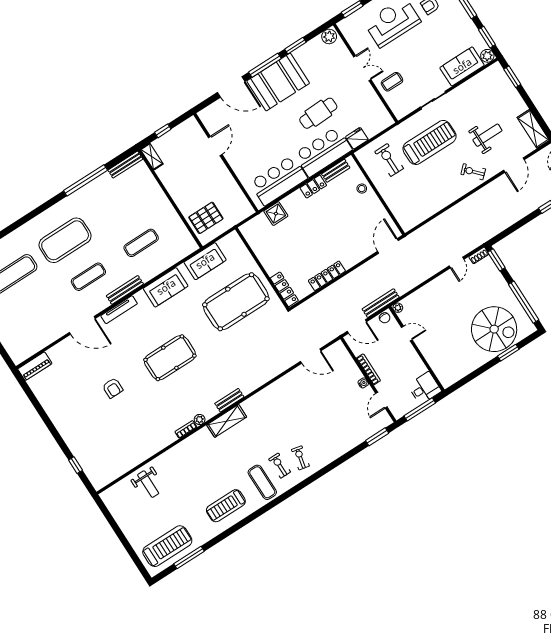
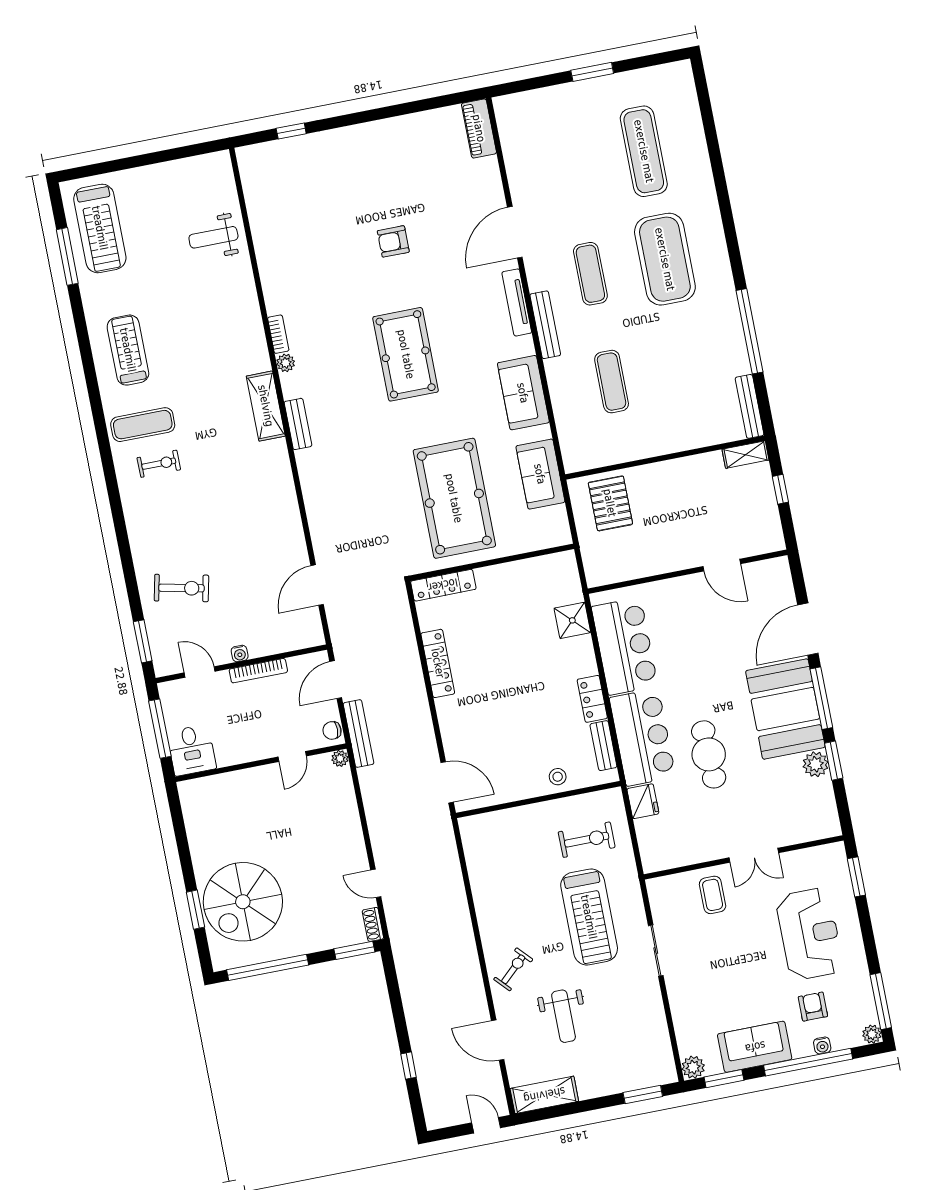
plant: (329, 37) -> (816, 764), moved
sofa: (462, 66) -> (755, 1047), moved, turned -90
exercise bike: (300, 458) -> (181, 588), moved, width x1.38, depth x1.39

